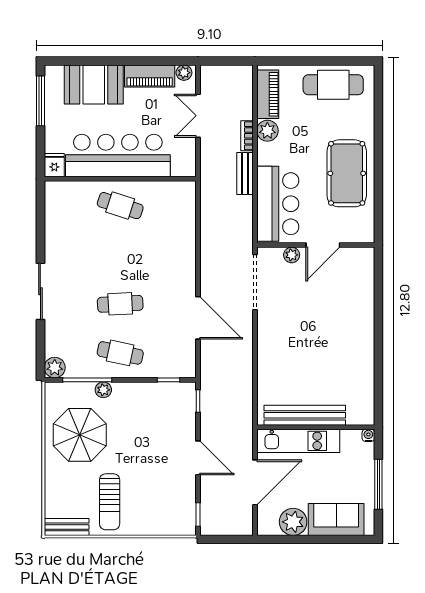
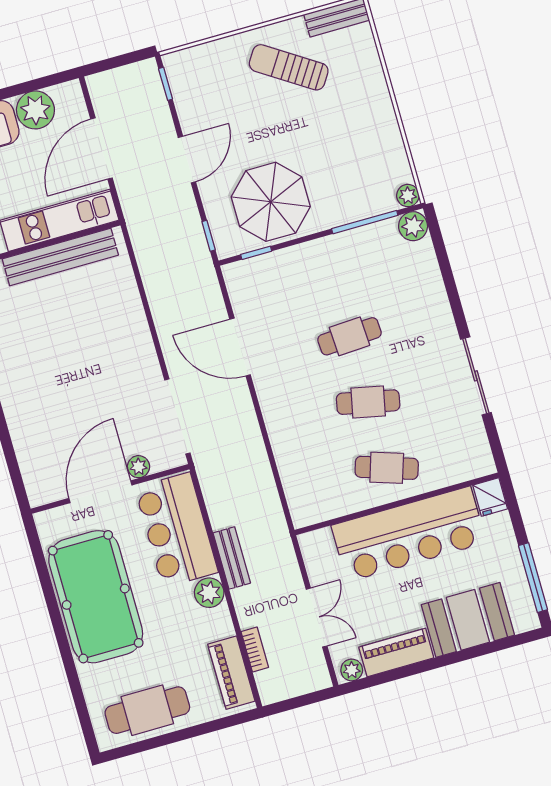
plant: (267, 131) -> (209, 593), moved
bookcase: (247, 136) -> (255, 650), moved
pool table: (347, 173) -> (96, 597), width x1.36, depth x1.32
door: (323, 245) -> (100, 492), width x1.36
sliding door: (40, 291) -> (476, 376), moved
cafe table: (120, 353) -> (368, 402), moved
plant: (103, 390) -> (408, 196), moved
parasol: (80, 435) -> (271, 202), moved
door: (198, 458) -> (187, 160), swing flipped
sun lounger: (110, 502) -> (289, 67), turned -57

